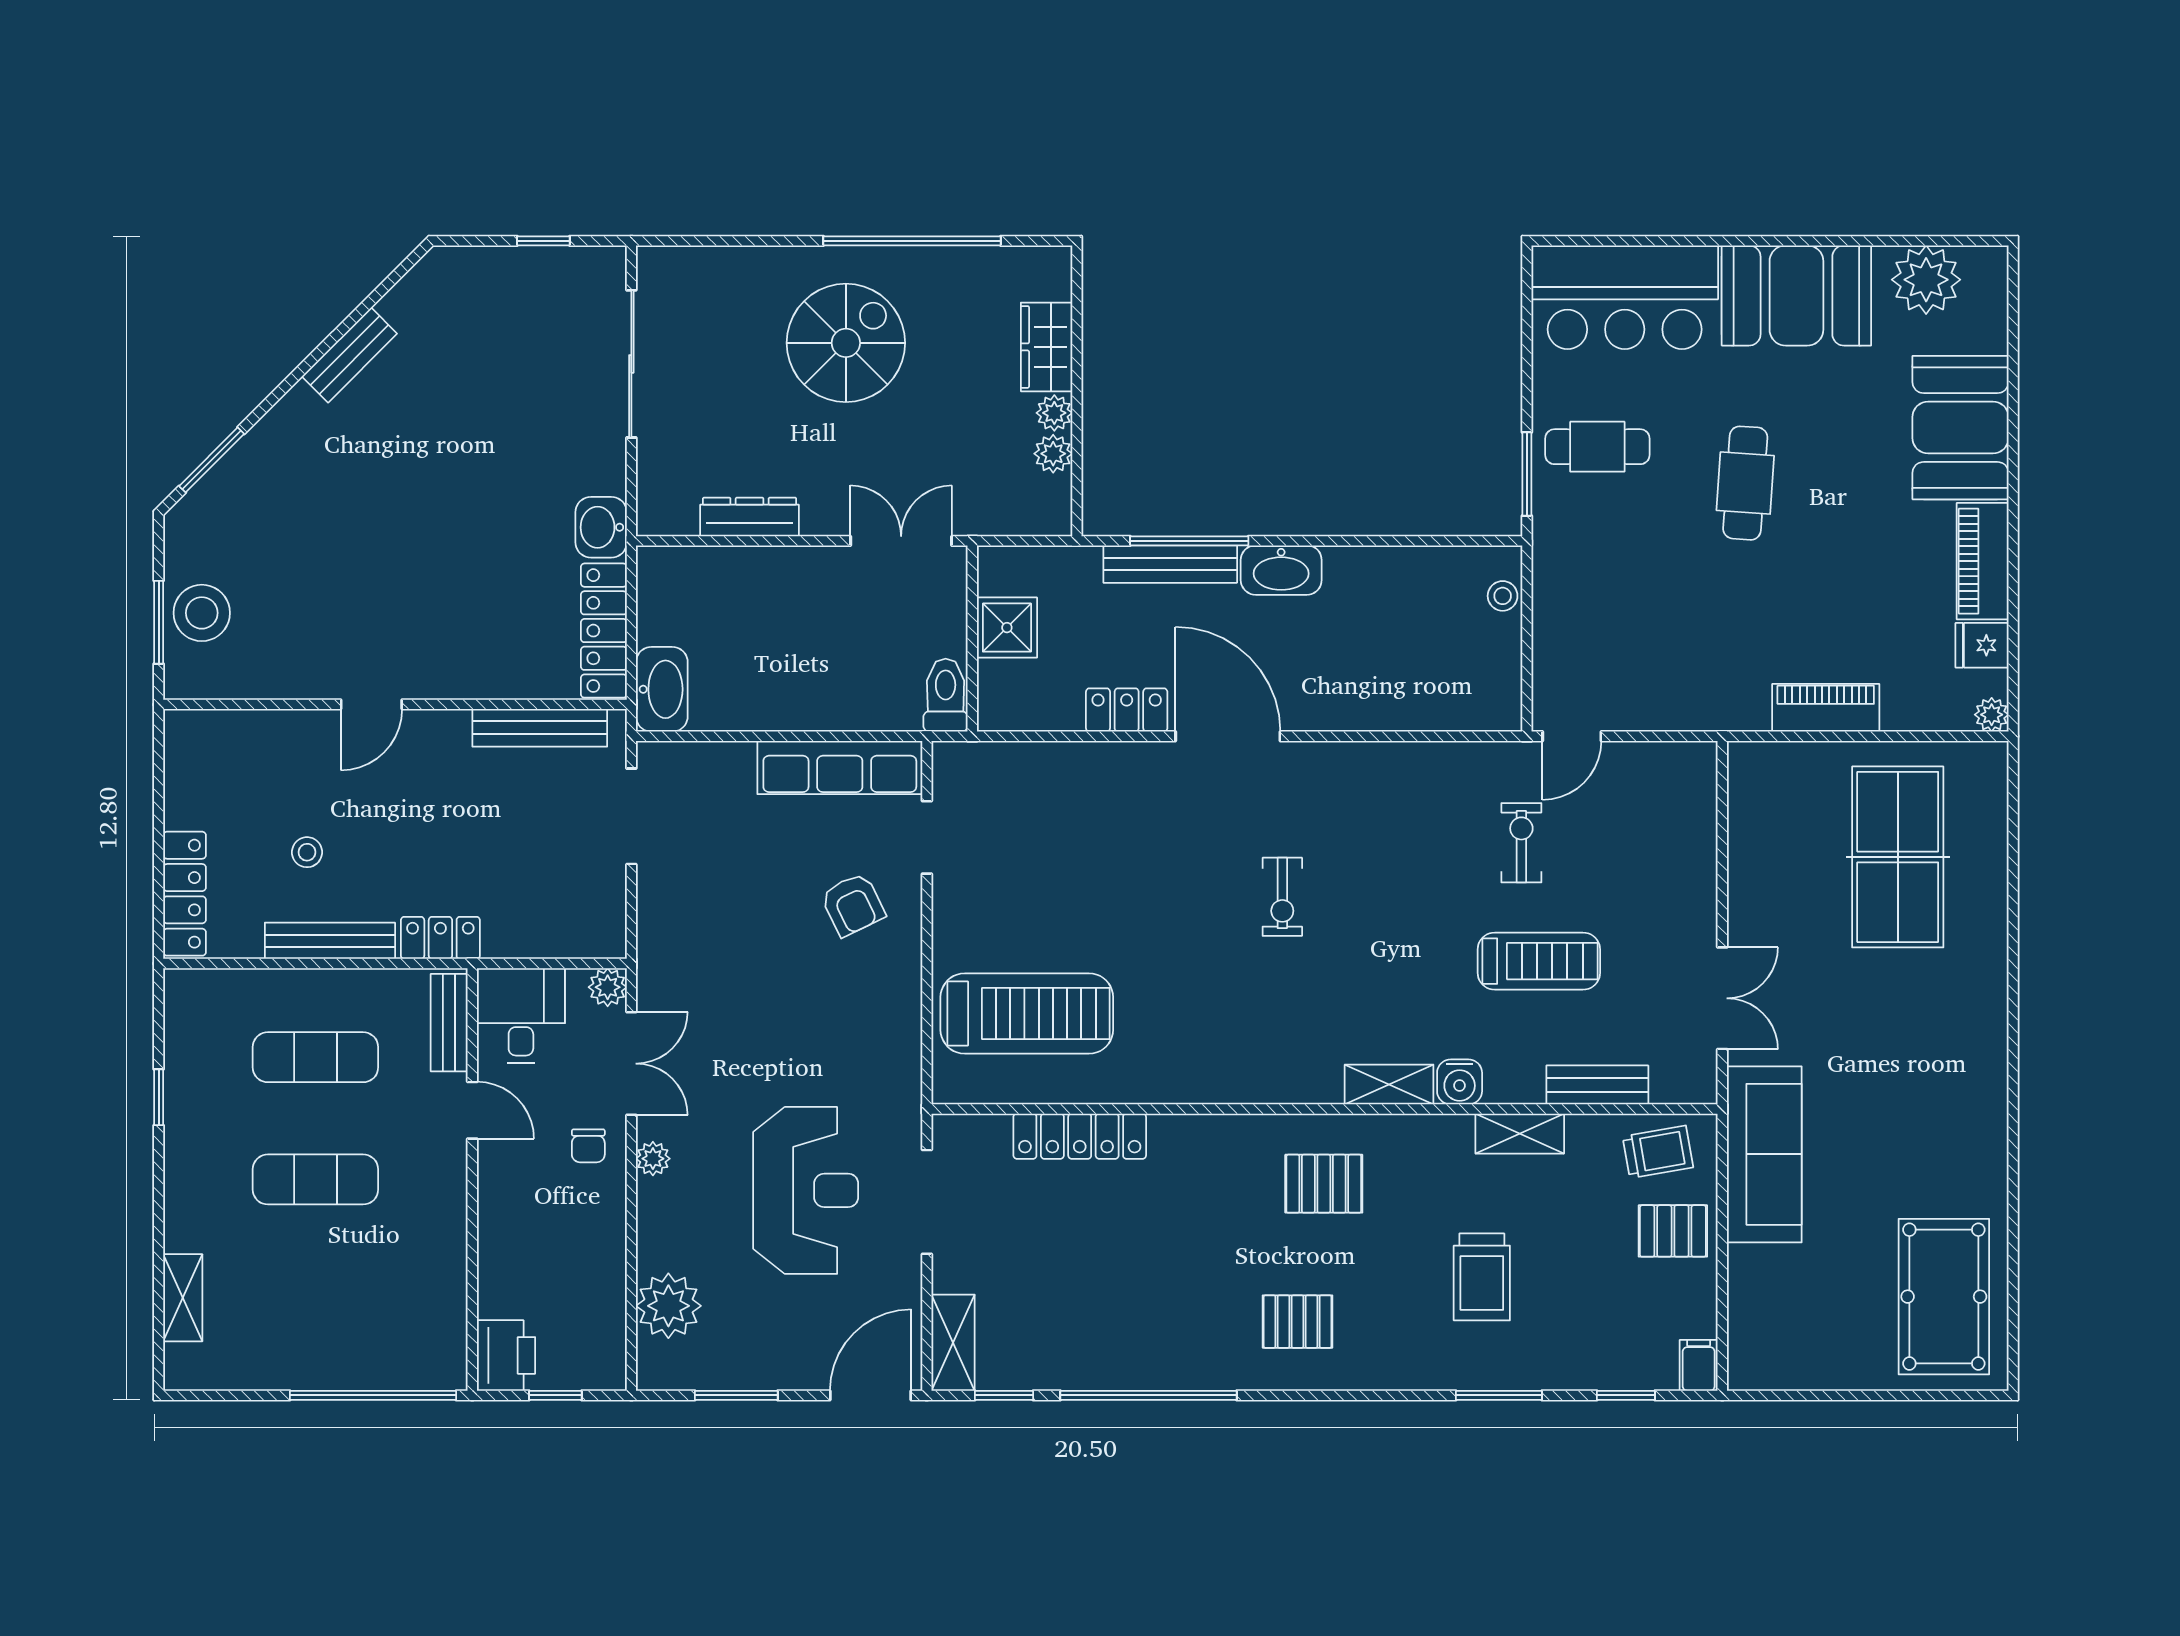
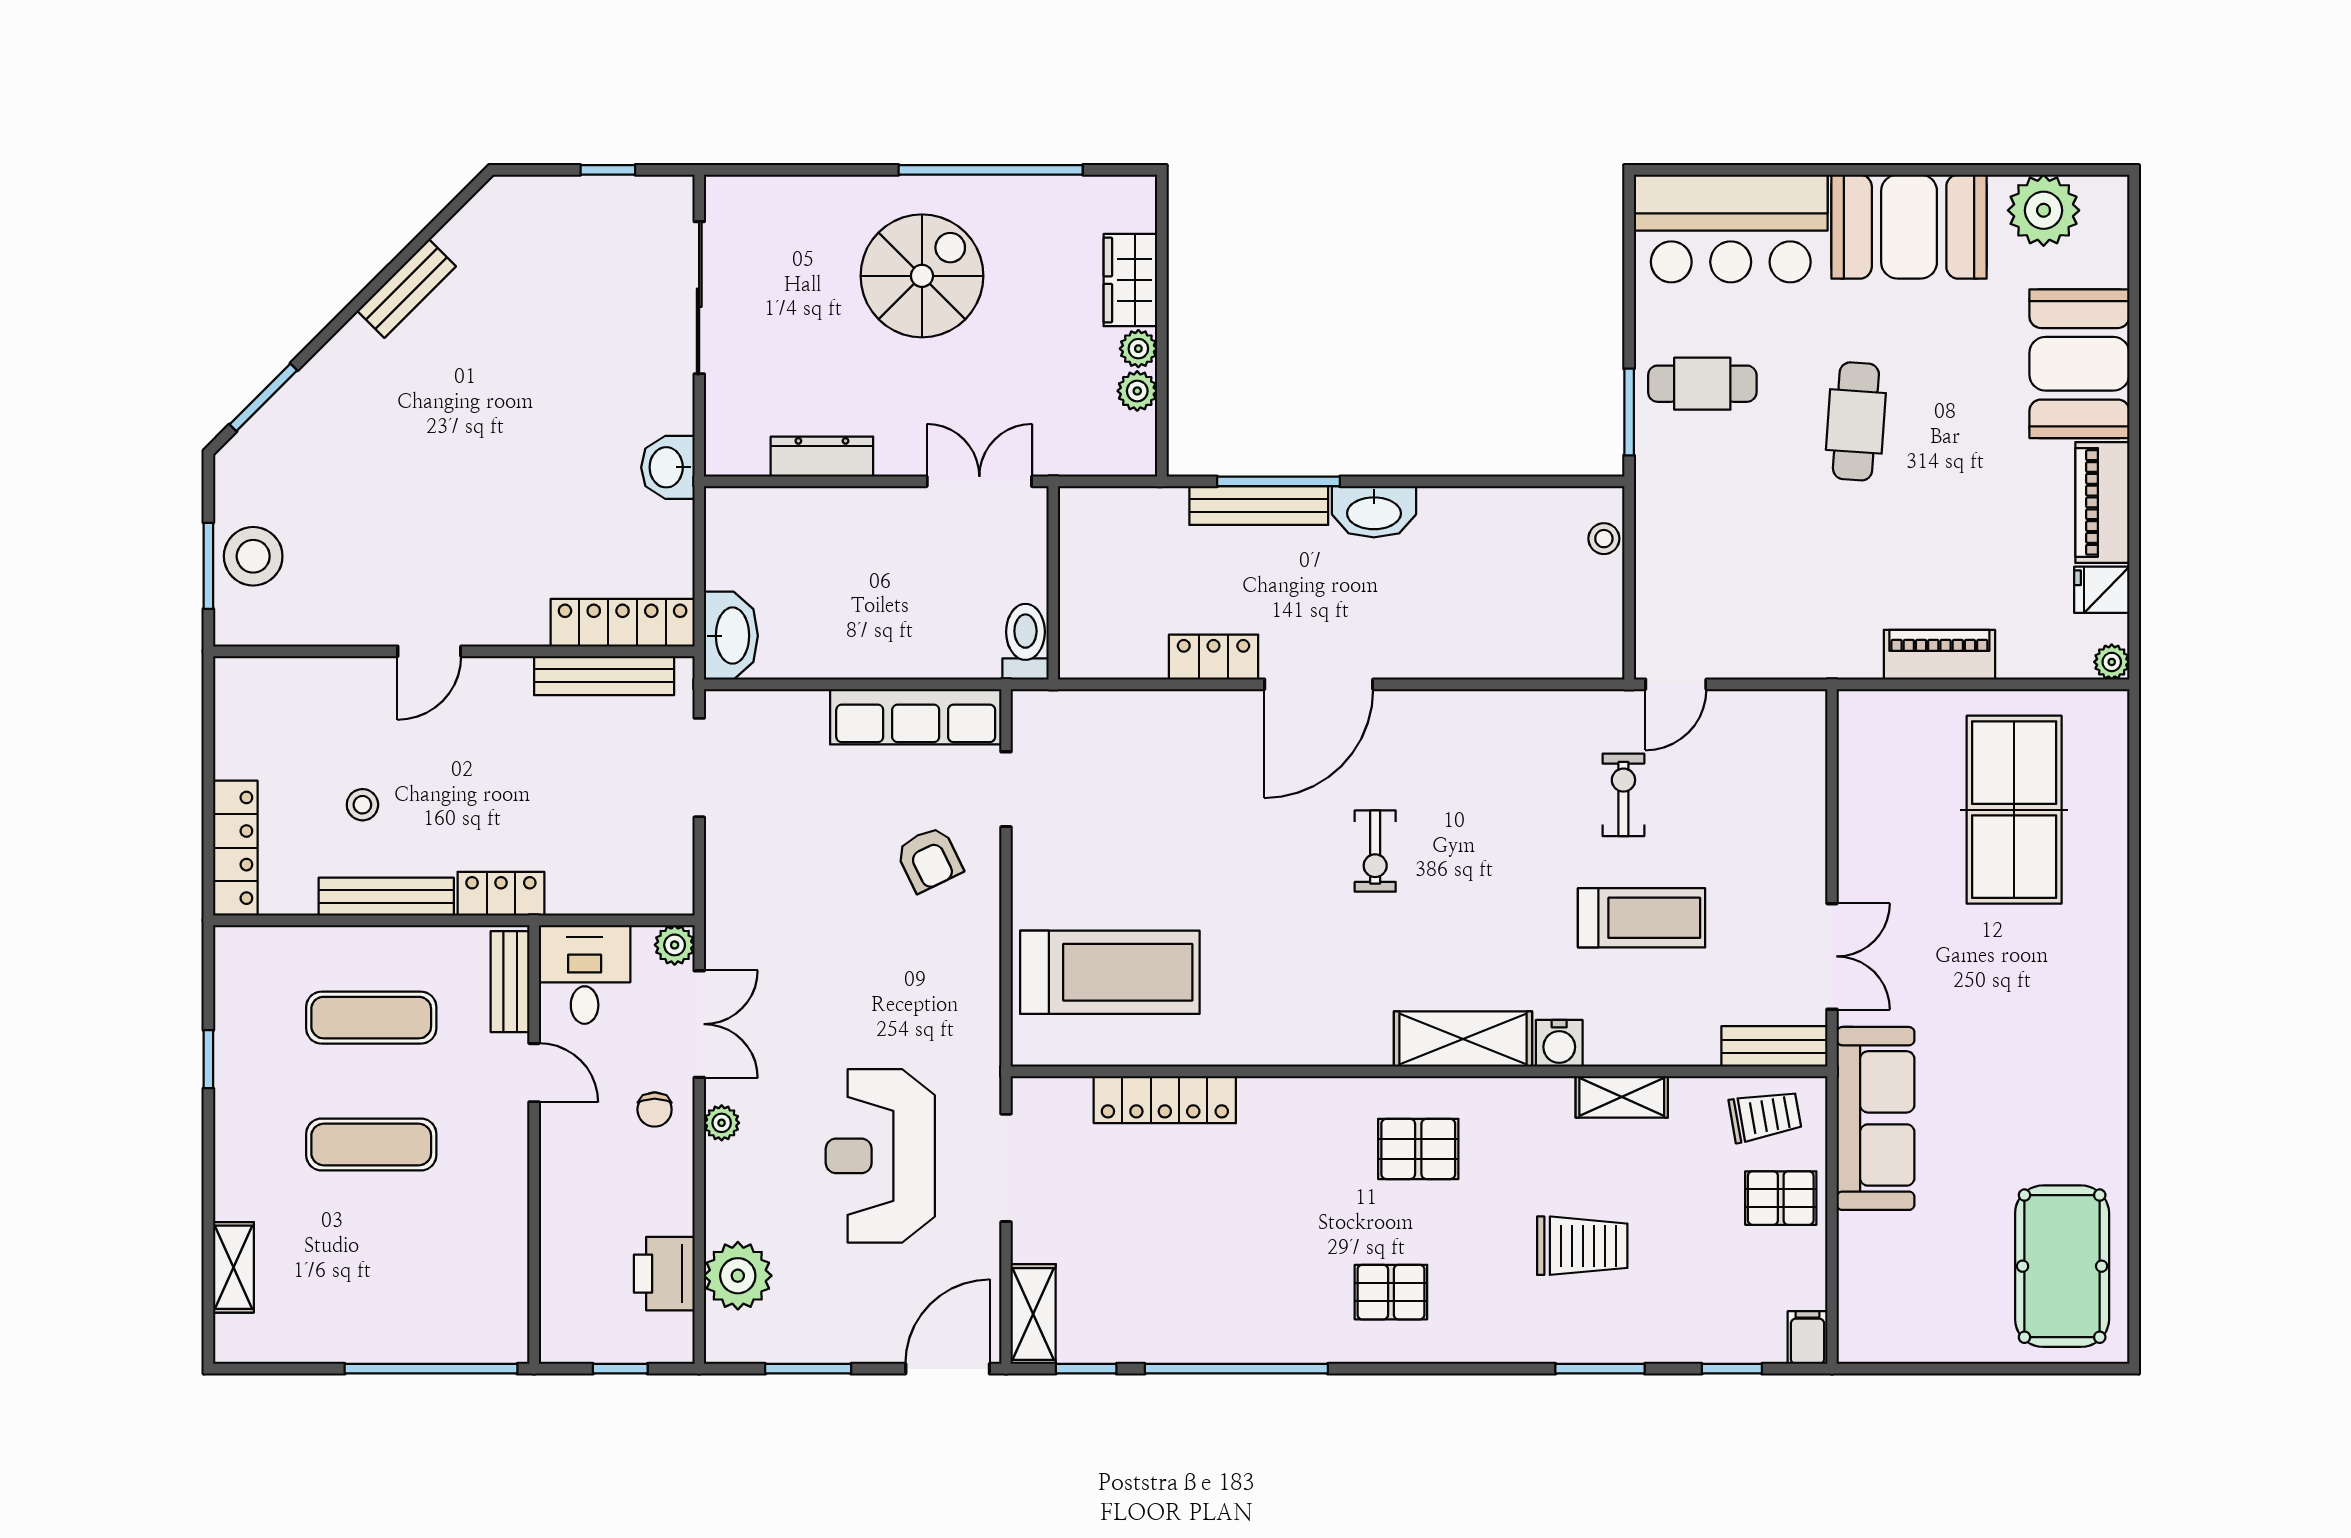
shower: (1007, 628) -> (1089, 571), removed
locker: (604, 631) -> (623, 623), moved, turned 90
door: (1228, 736) -> (1319, 684), swing flipped
shelving: (1389, 1084) -> (1463, 1039), width x1.50, depth x1.33
bench: (1597, 1085) -> (1774, 1046), moved
reception desk: (806, 1190) -> (880, 1156), turned 180
trolley: (1482, 1277) -> (1582, 1246), turned -90
printer: (506, 1355) -> (664, 1274), moved, turned 180

